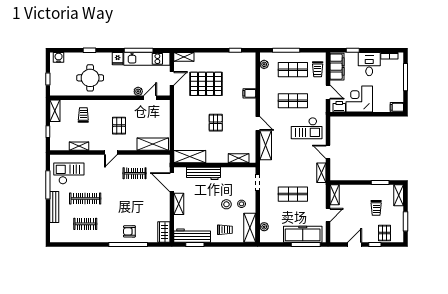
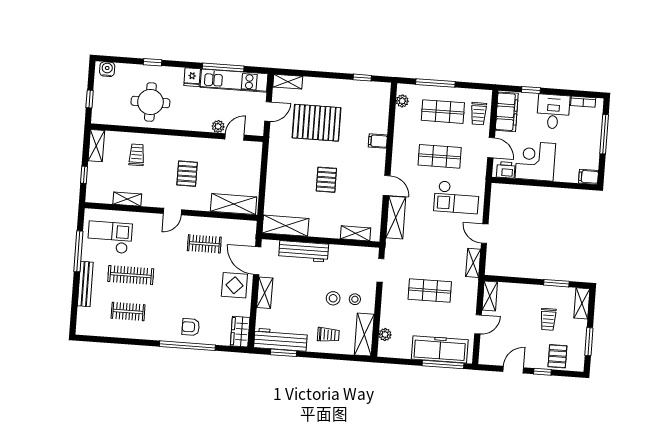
display table: (158, 200) -> (234, 285), added

